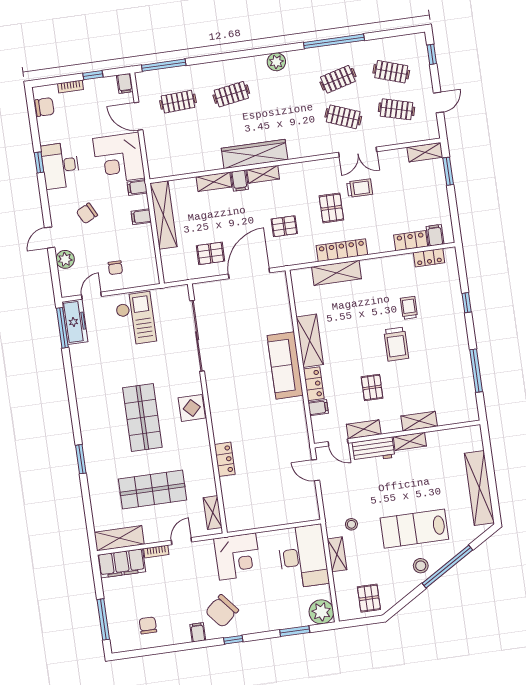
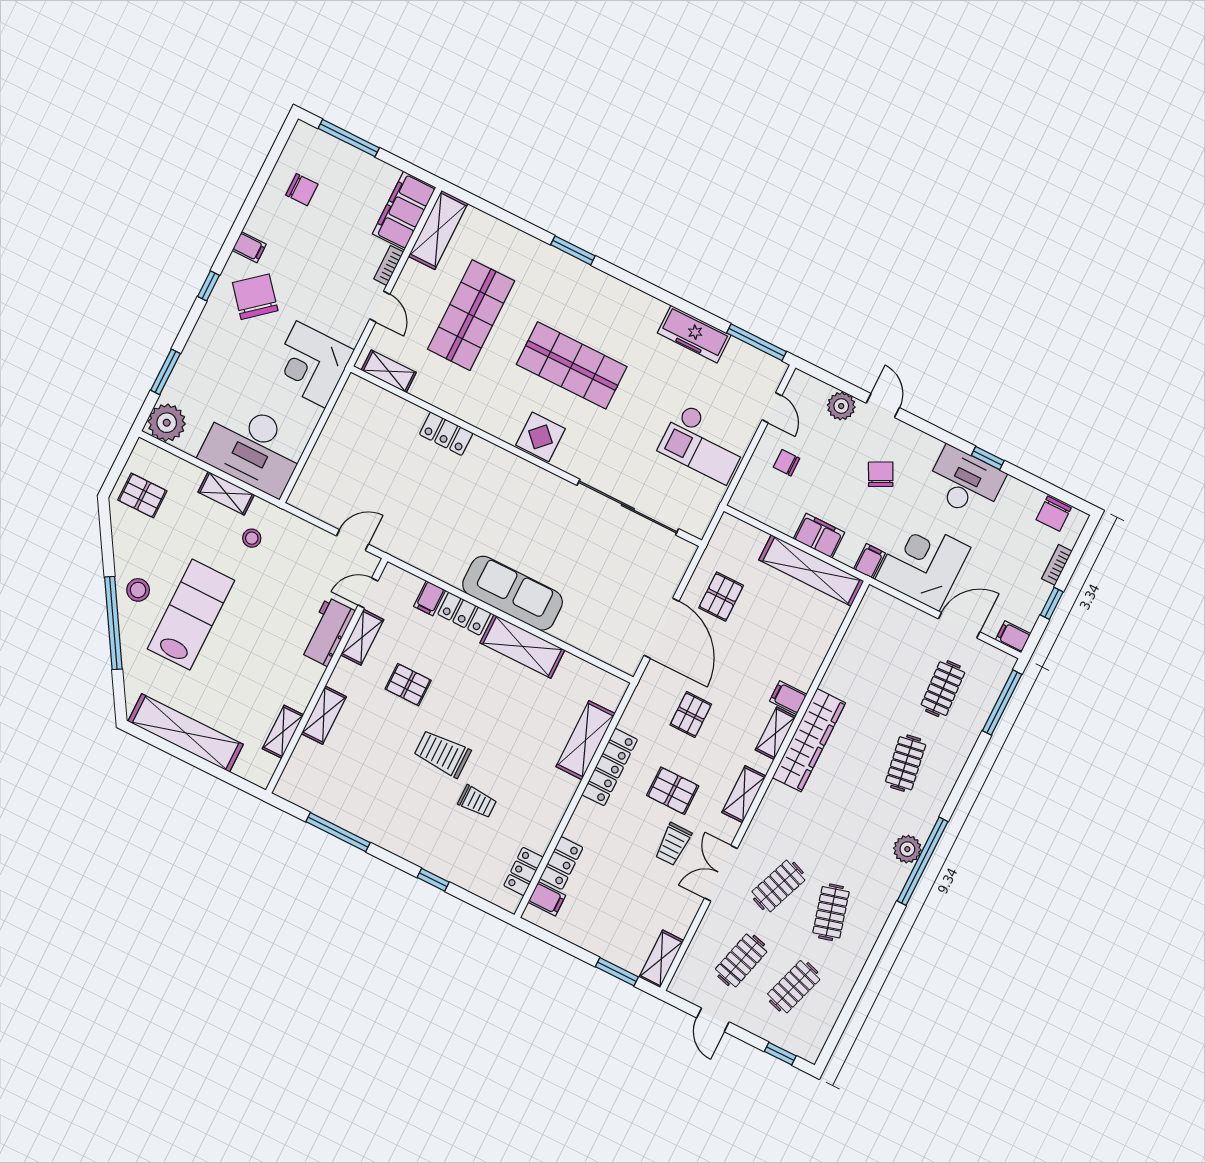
window: (334, 41) -> (923, 861), moved
shelving: (214, 182) -> (744, 794), moved
filing cabinet: (141, 217) -> (819, 536), width x2.00
freezer: (75, 322) -> (694, 334), moved
shelving: (410, 441) -> (283, 732), moved

